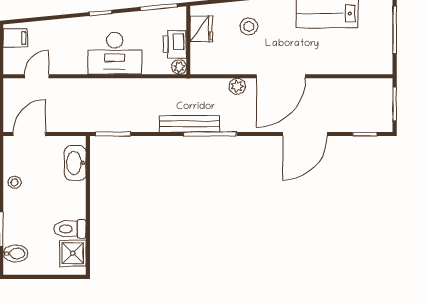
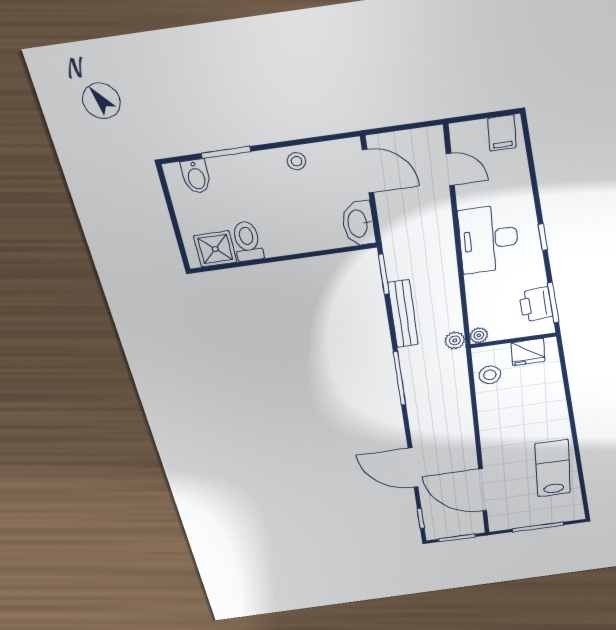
stool: (249, 26) -> (490, 375), moved
printer: (175, 44) -> (536, 304), moved, turned -96
desk: (115, 53) -> (488, 239), moved
door: (281, 76) -> (483, 490), moved
plant: (237, 86) -> (455, 340), moved
bench: (189, 124) -> (403, 314), moved
washbasin: (75, 163) -> (358, 224), moved, turned -90

